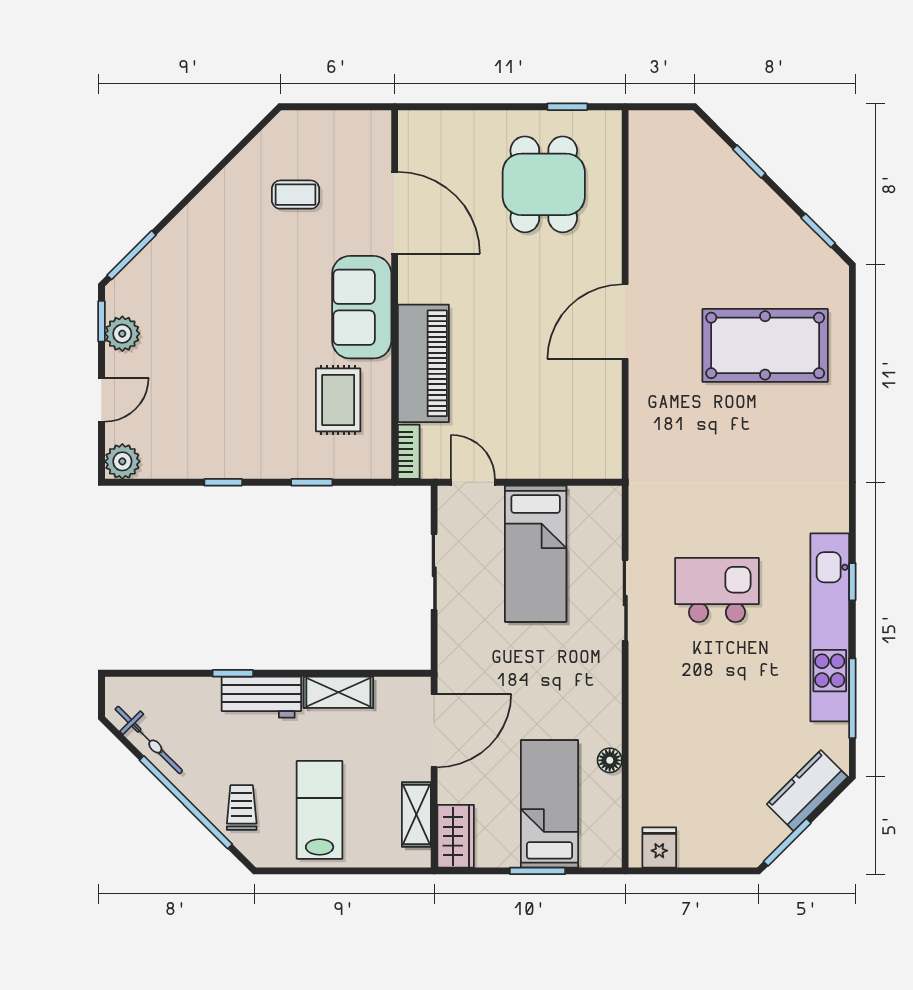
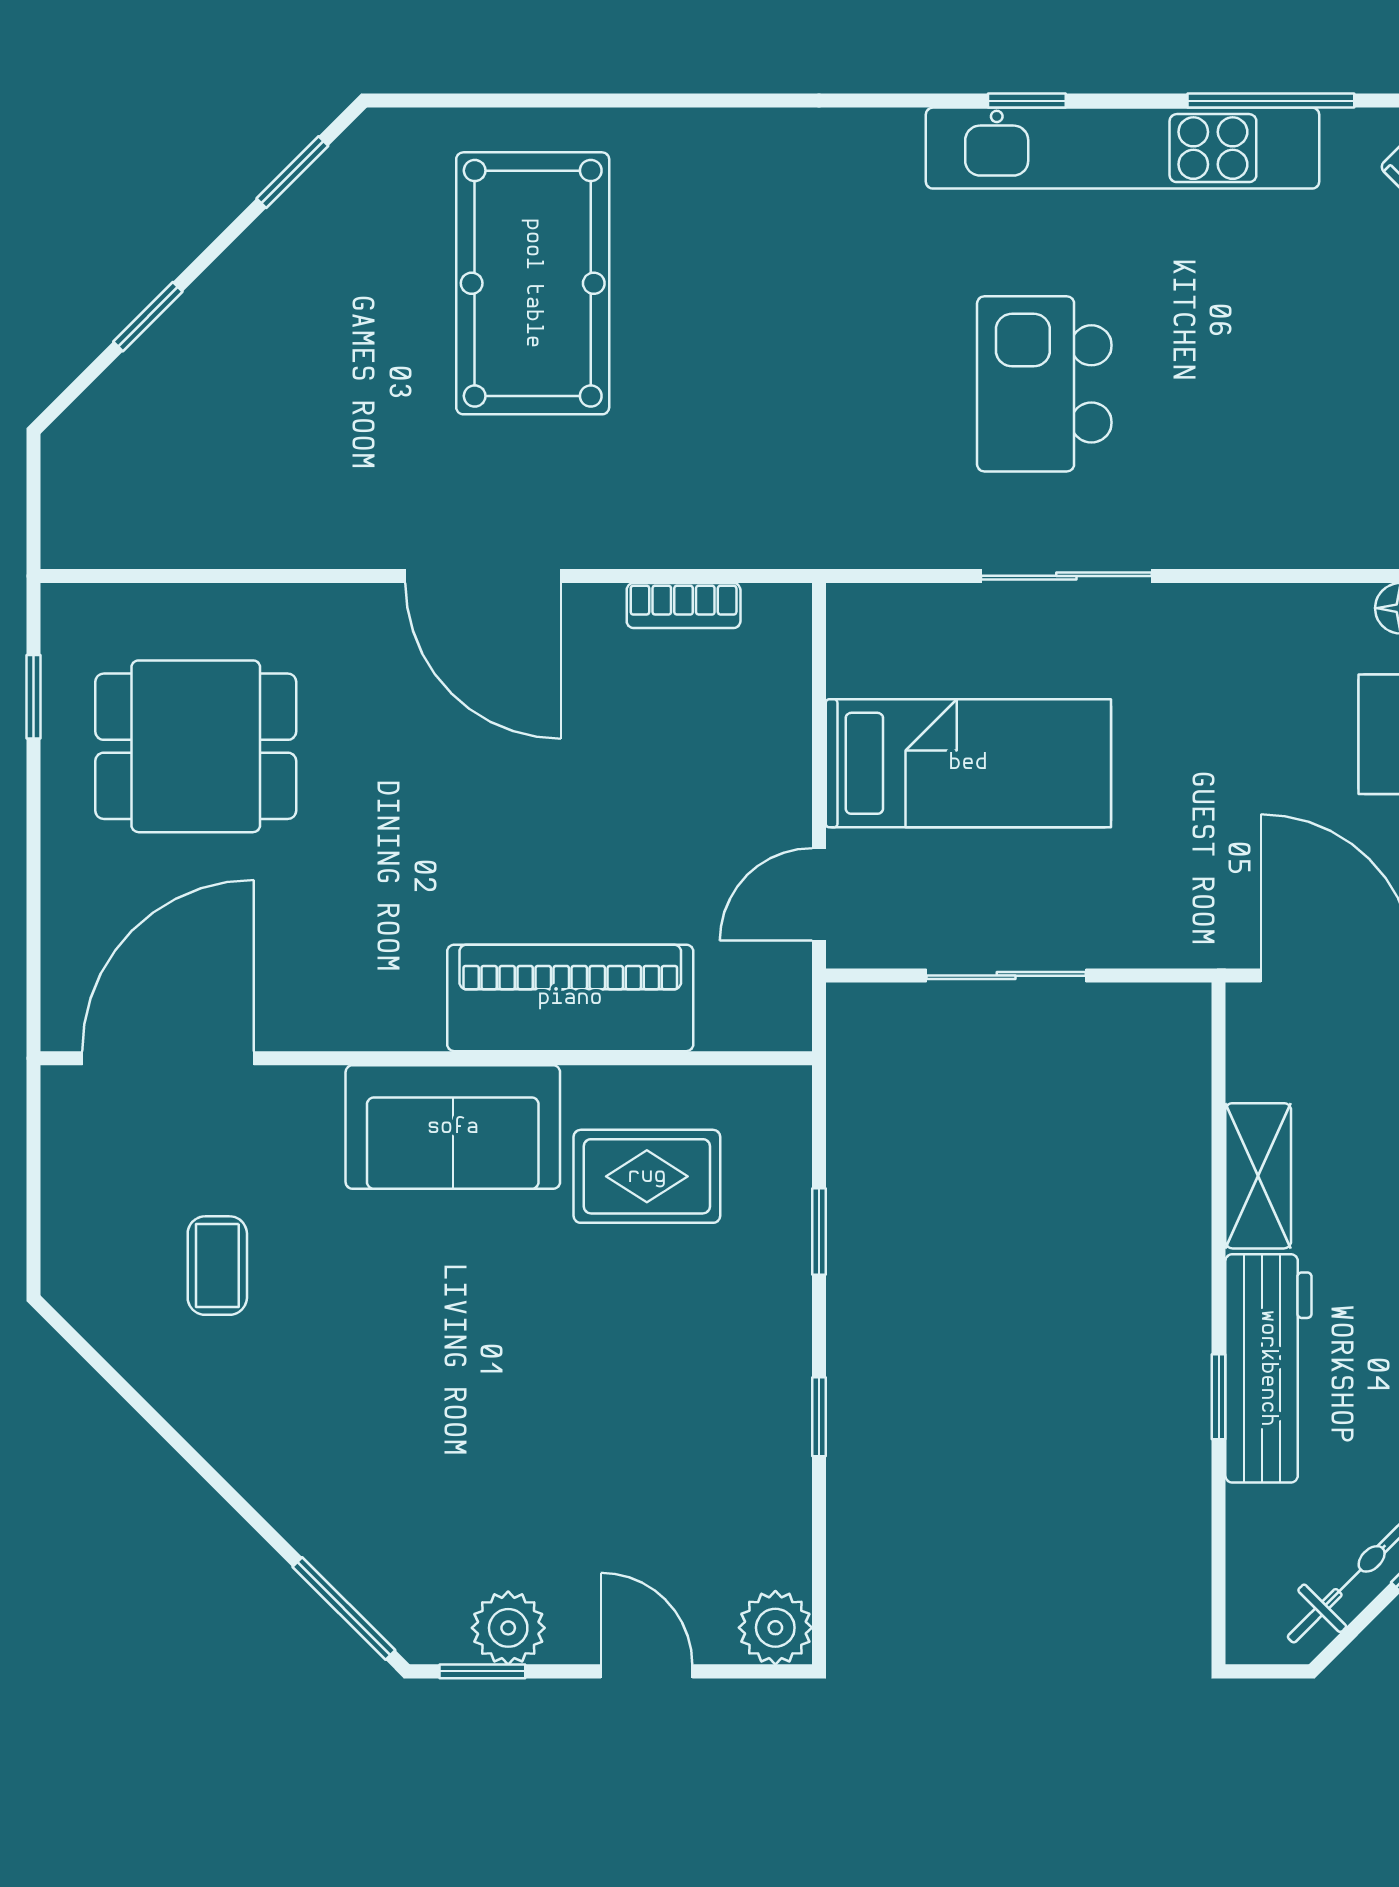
door: (395, 213) -> (168, 1058), moved
bookcase: (409, 452) -> (684, 606), moved, turned 180
workbench: (261, 697) -> (1268, 1368), width x1.38

